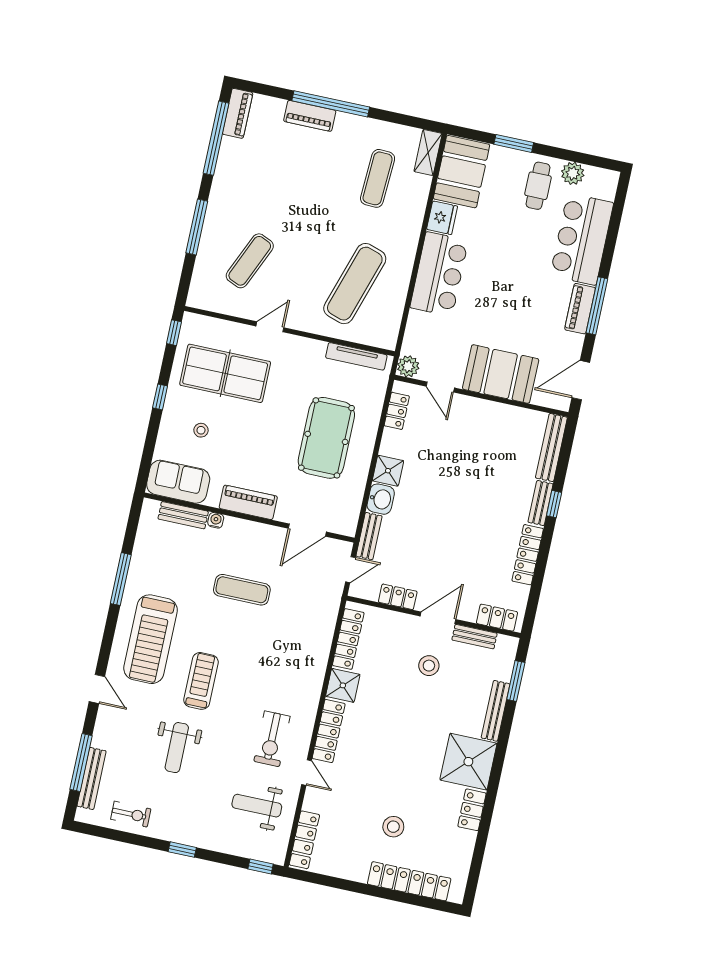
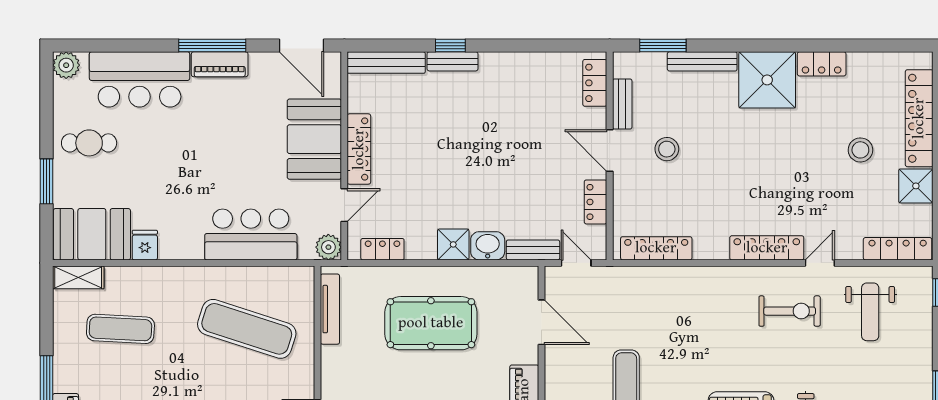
plant: (573, 173) -> (66, 65), moved
fridge: (442, 218) -> (145, 245), width x0.72
bar counter: (439, 274) -> (251, 234), moved
locker: (528, 555) -> (359, 149), moved, turned -90
shower: (343, 685) -> (916, 186), moved

